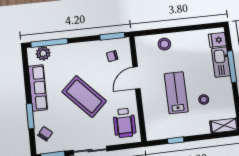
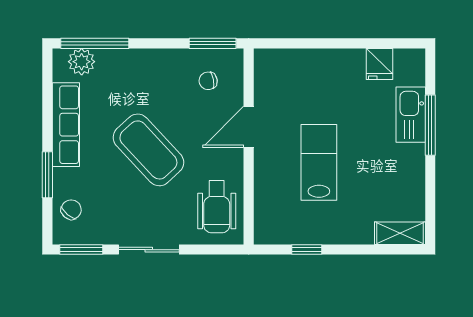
fridge: (217, 40) -> (380, 64), moved, turned -90
stool: (164, 44) -> (308, 69), removed
stool: (204, 99) -> (369, 181), removed

